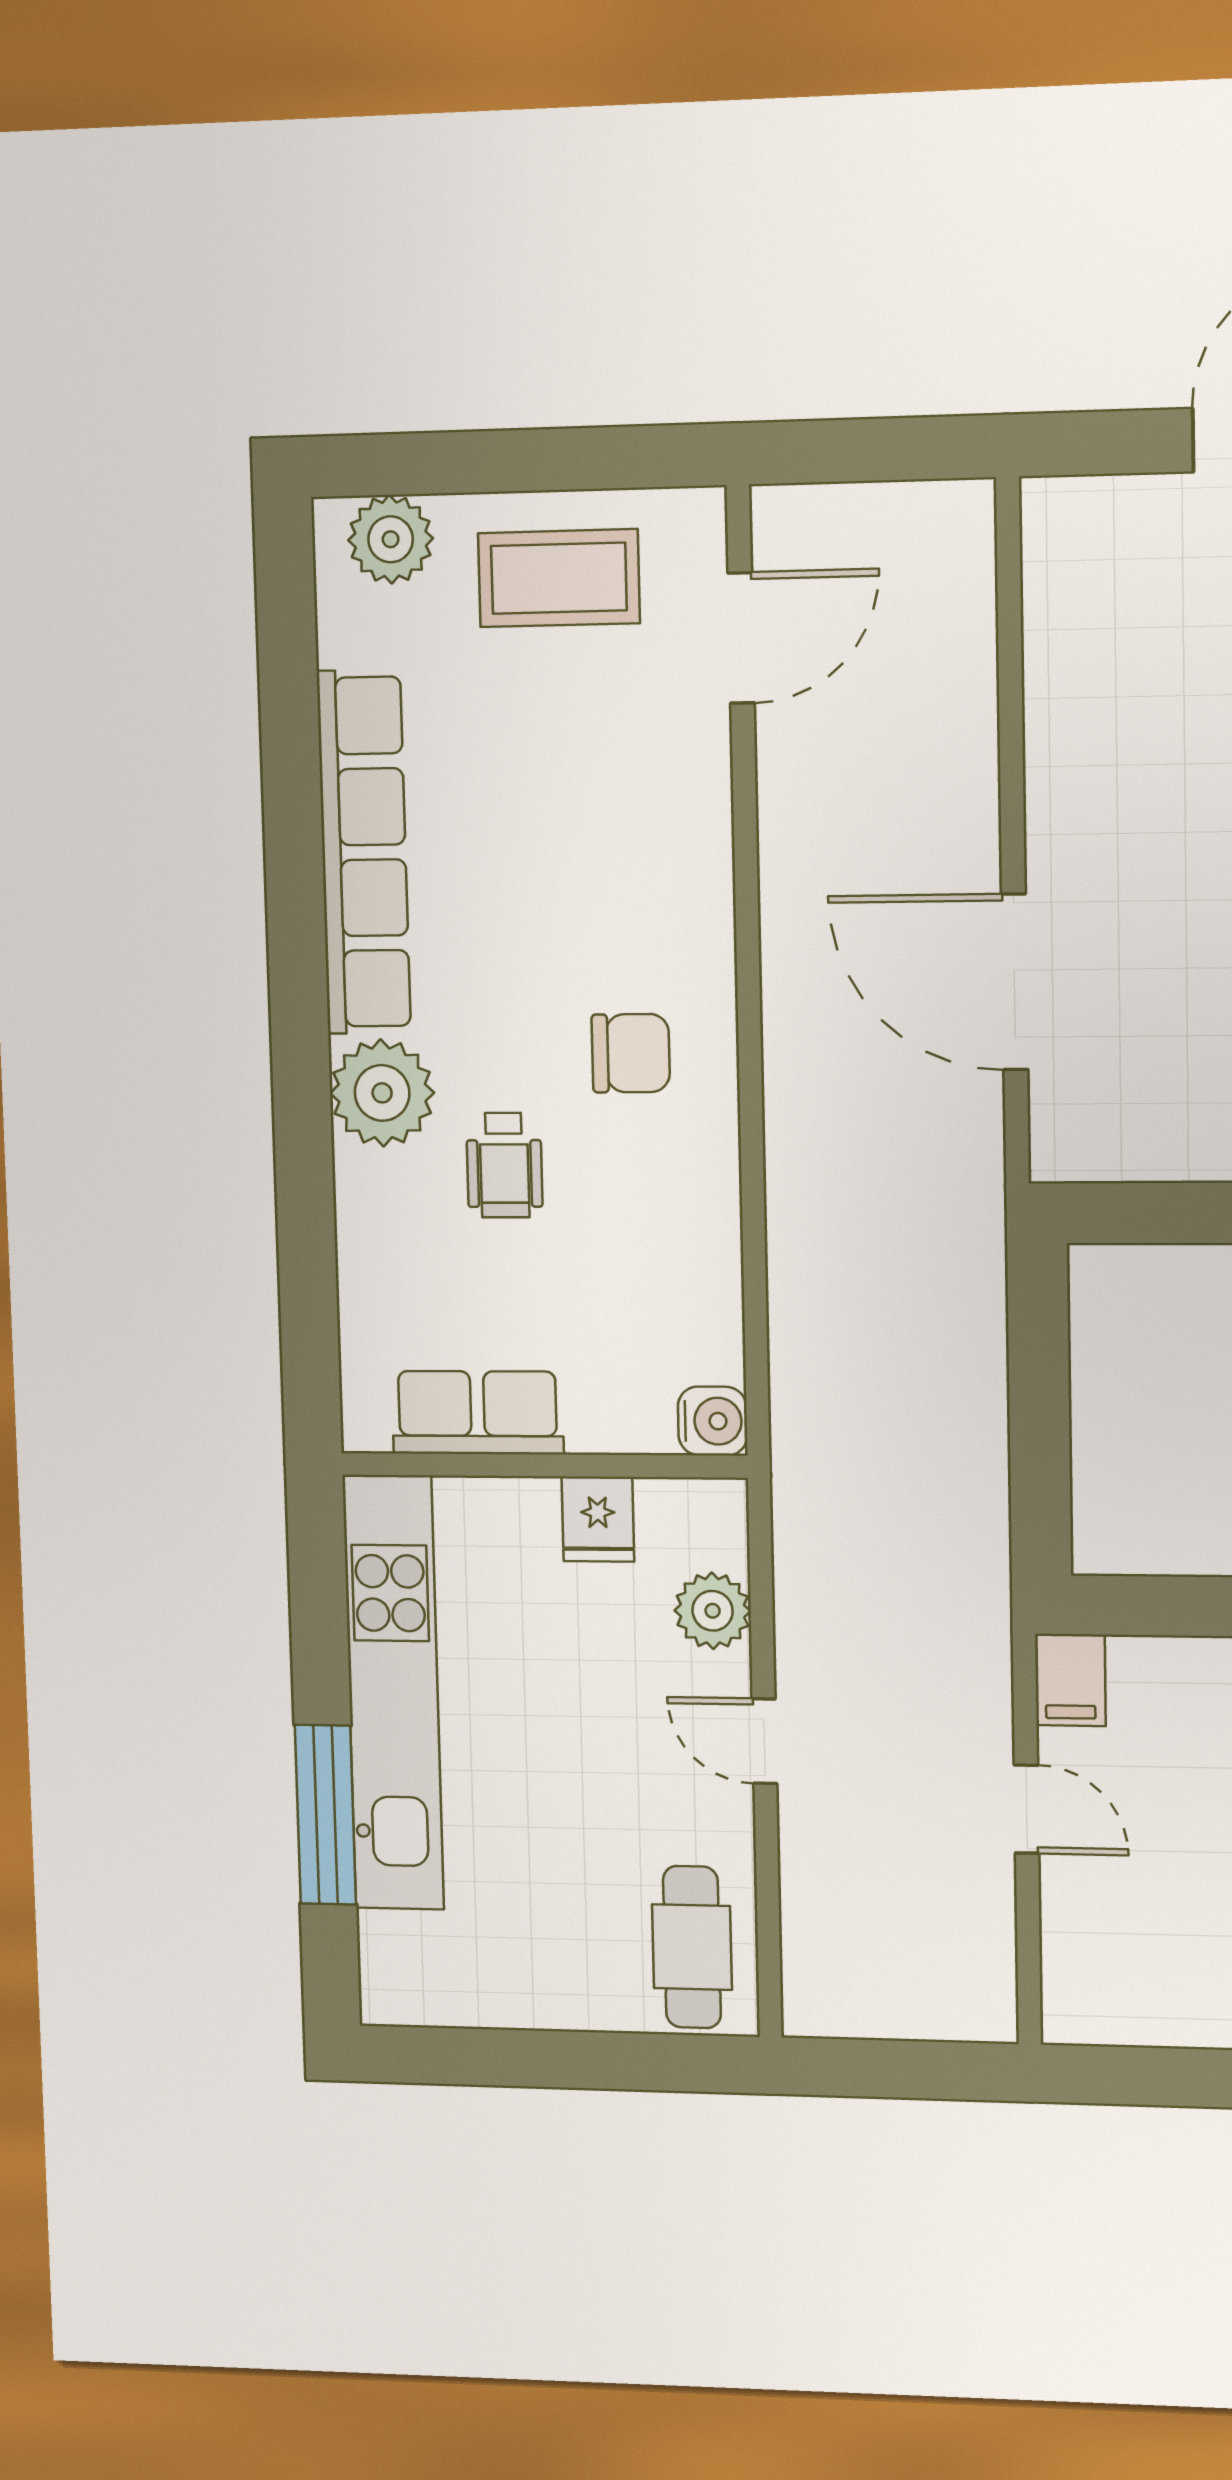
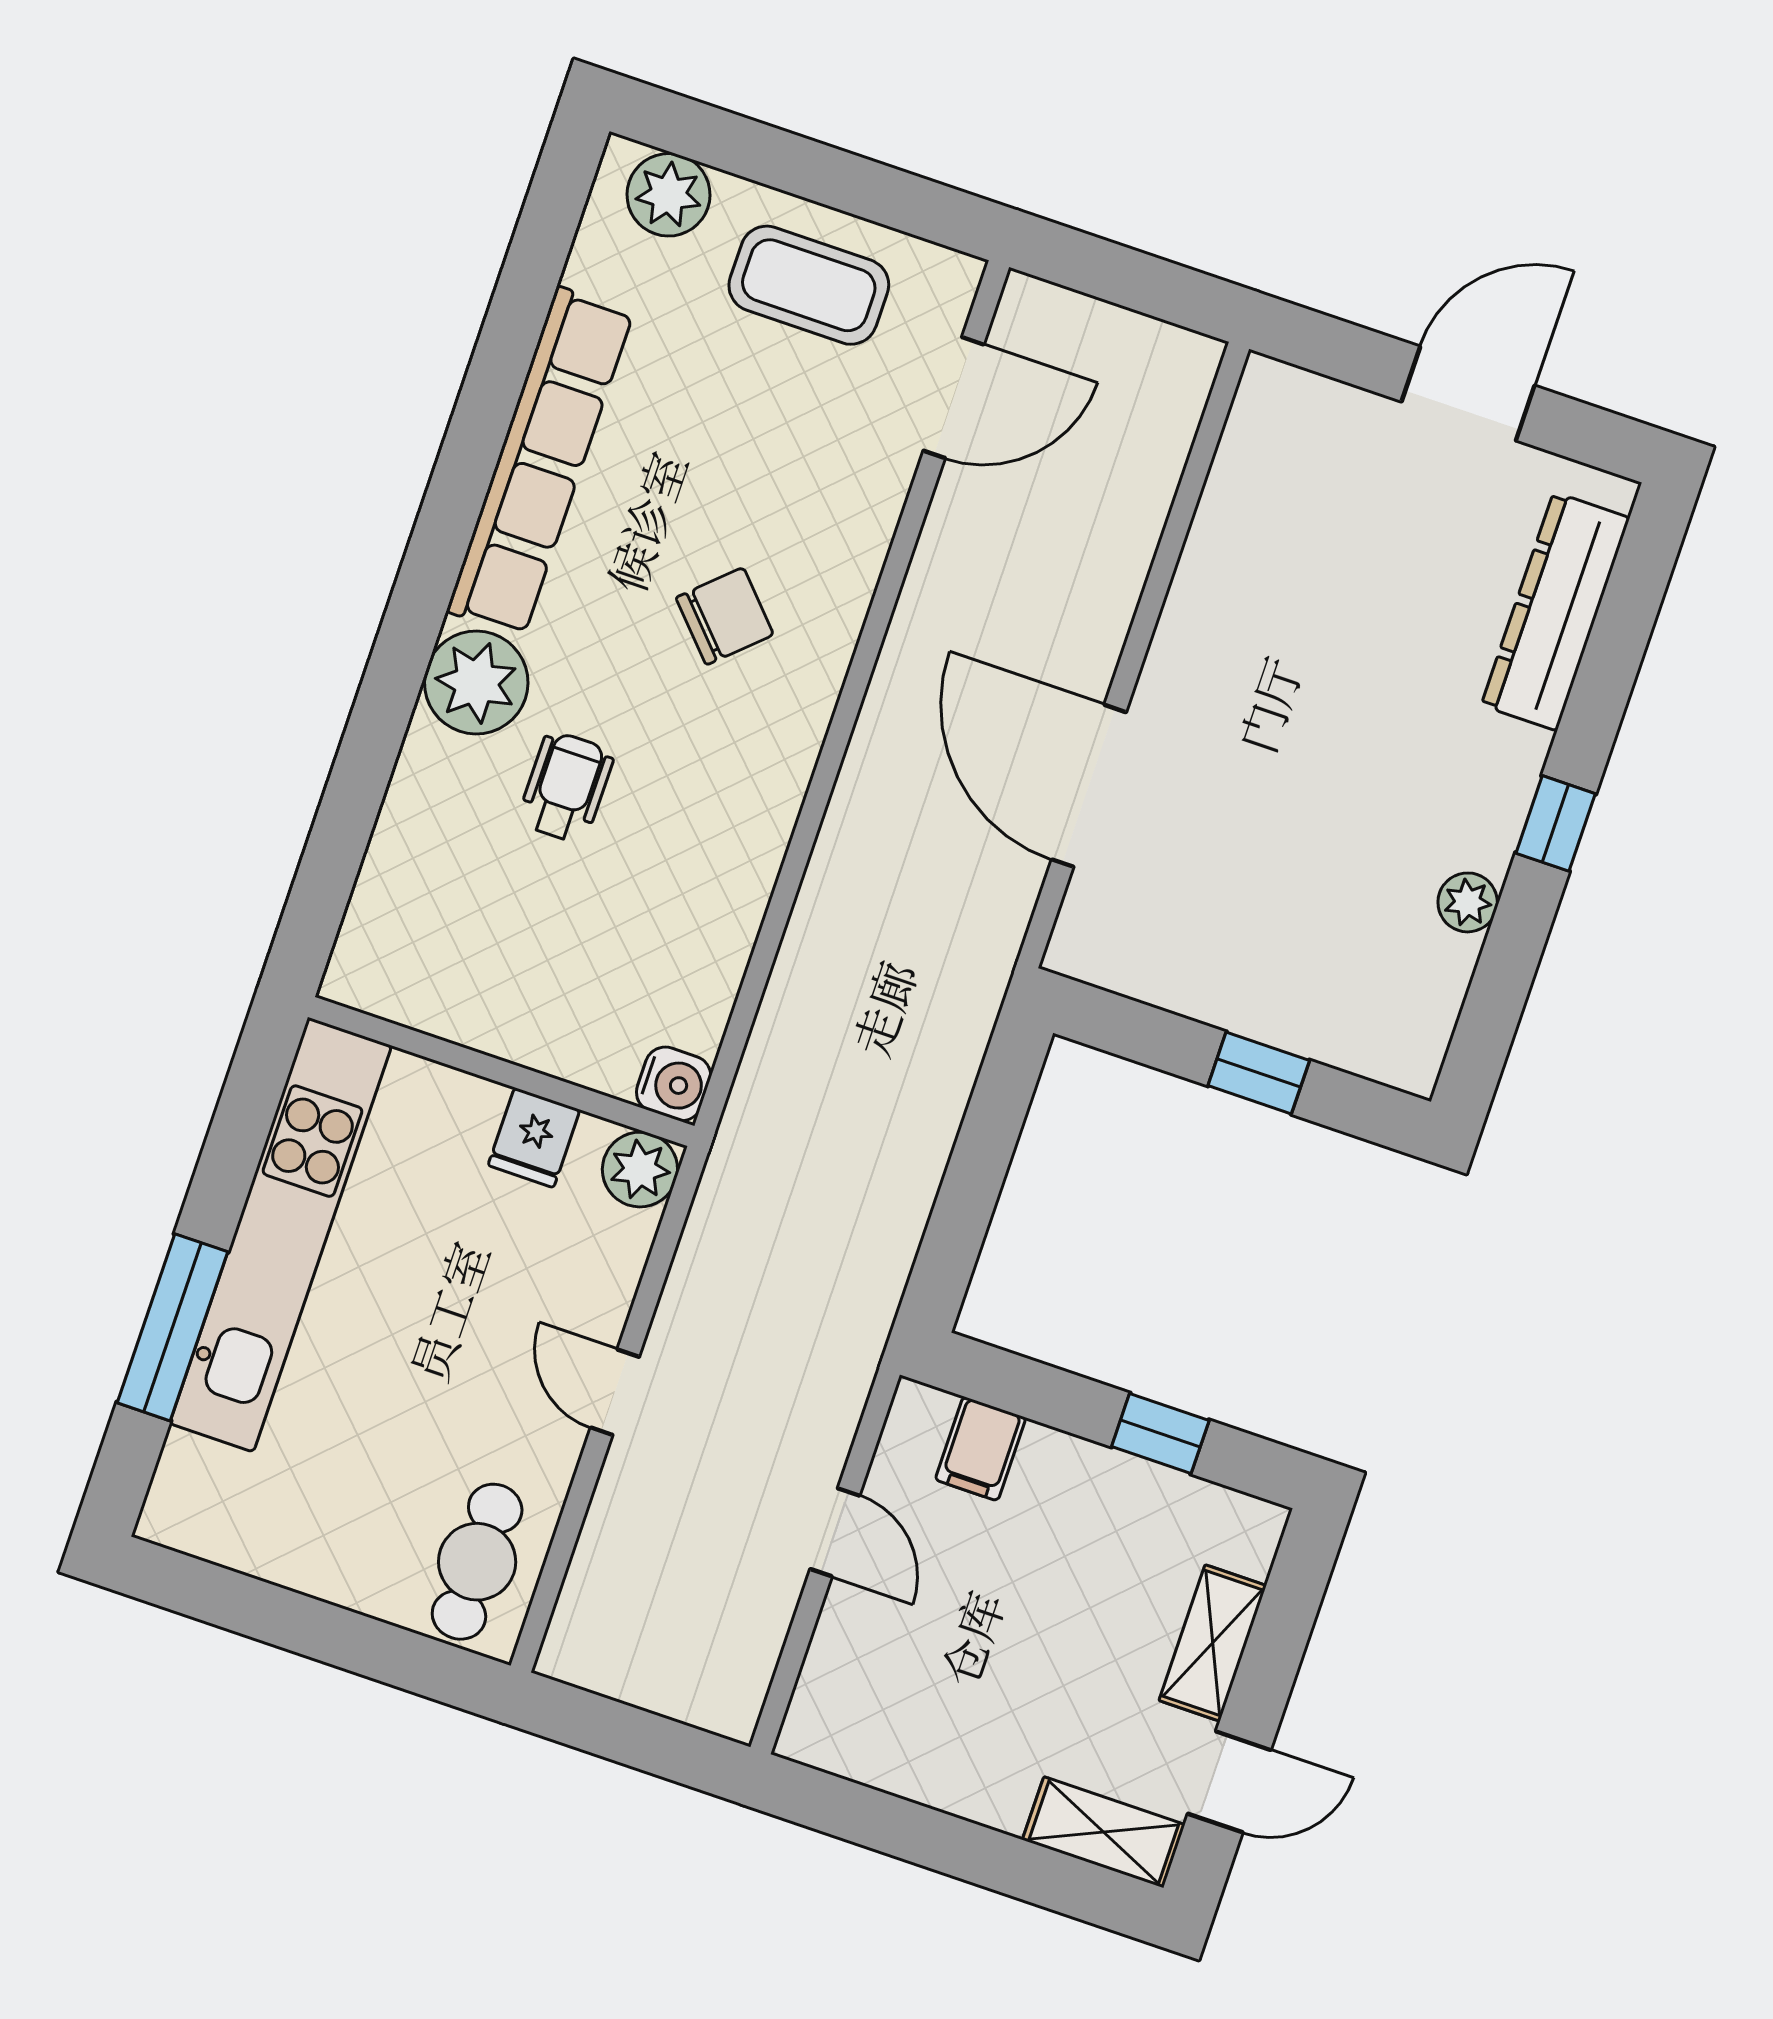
chair: (631, 1053) -> (725, 616), moved, turned -43
wheelchair: (504, 1165) -> (566, 787), turned 180
row of seats: (477, 1413) -> (457, 1003), removed
plant: (713, 1611) -> (640, 1170), moved
filing cabinet: (1070, 1680) -> (980, 1449), moved

